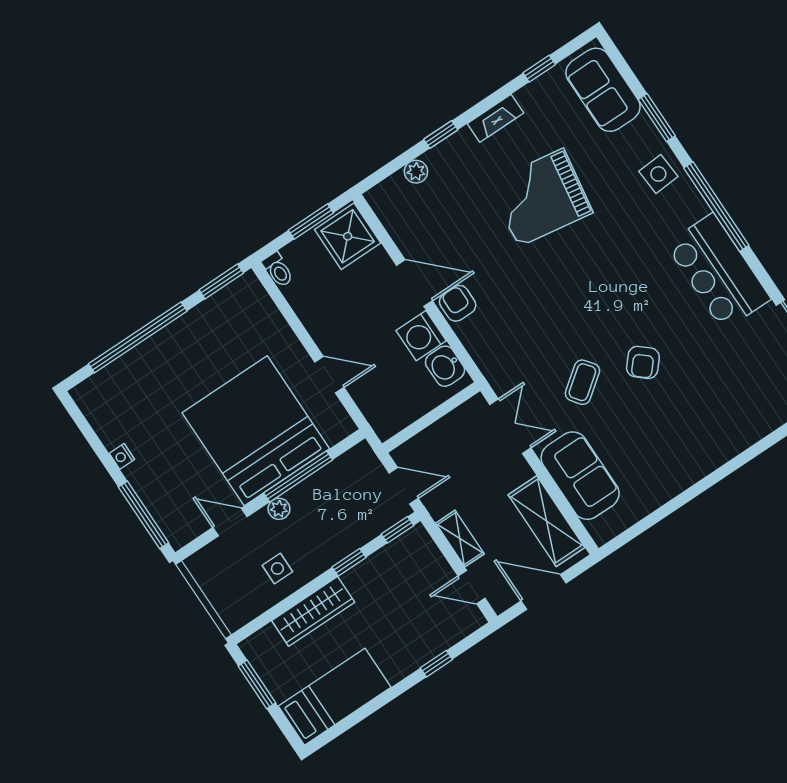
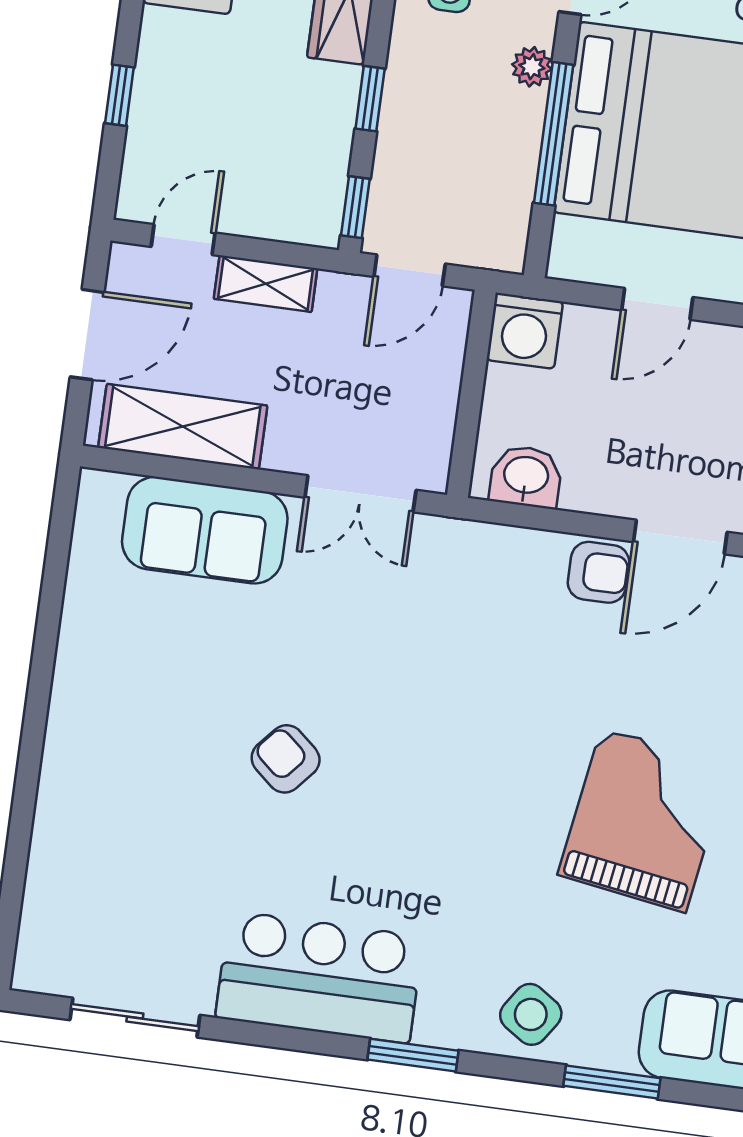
side table: (658, 174) -> (531, 1014), turned 38
window: (716, 207) -> (413, 1055), width x0.47
washing machine: (421, 336) -> (525, 331), moved, turned 180
coffee table: (582, 382) -> (333, 649), removed

